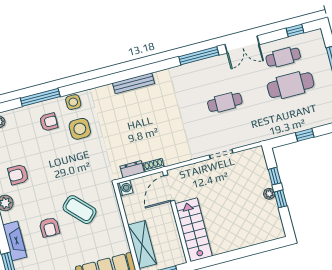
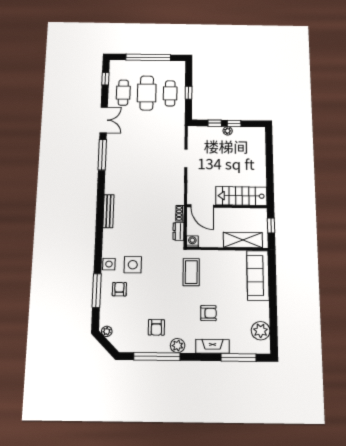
cafe table: (225, 102) -> (170, 93), moved
coffee table: (80, 210) -> (191, 272), moved, turned -46

